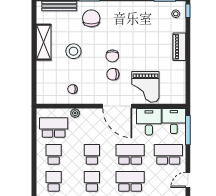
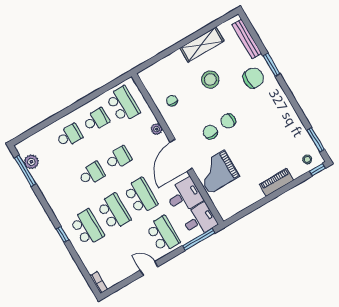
plant: (75, 113) -> (157, 129), moved

